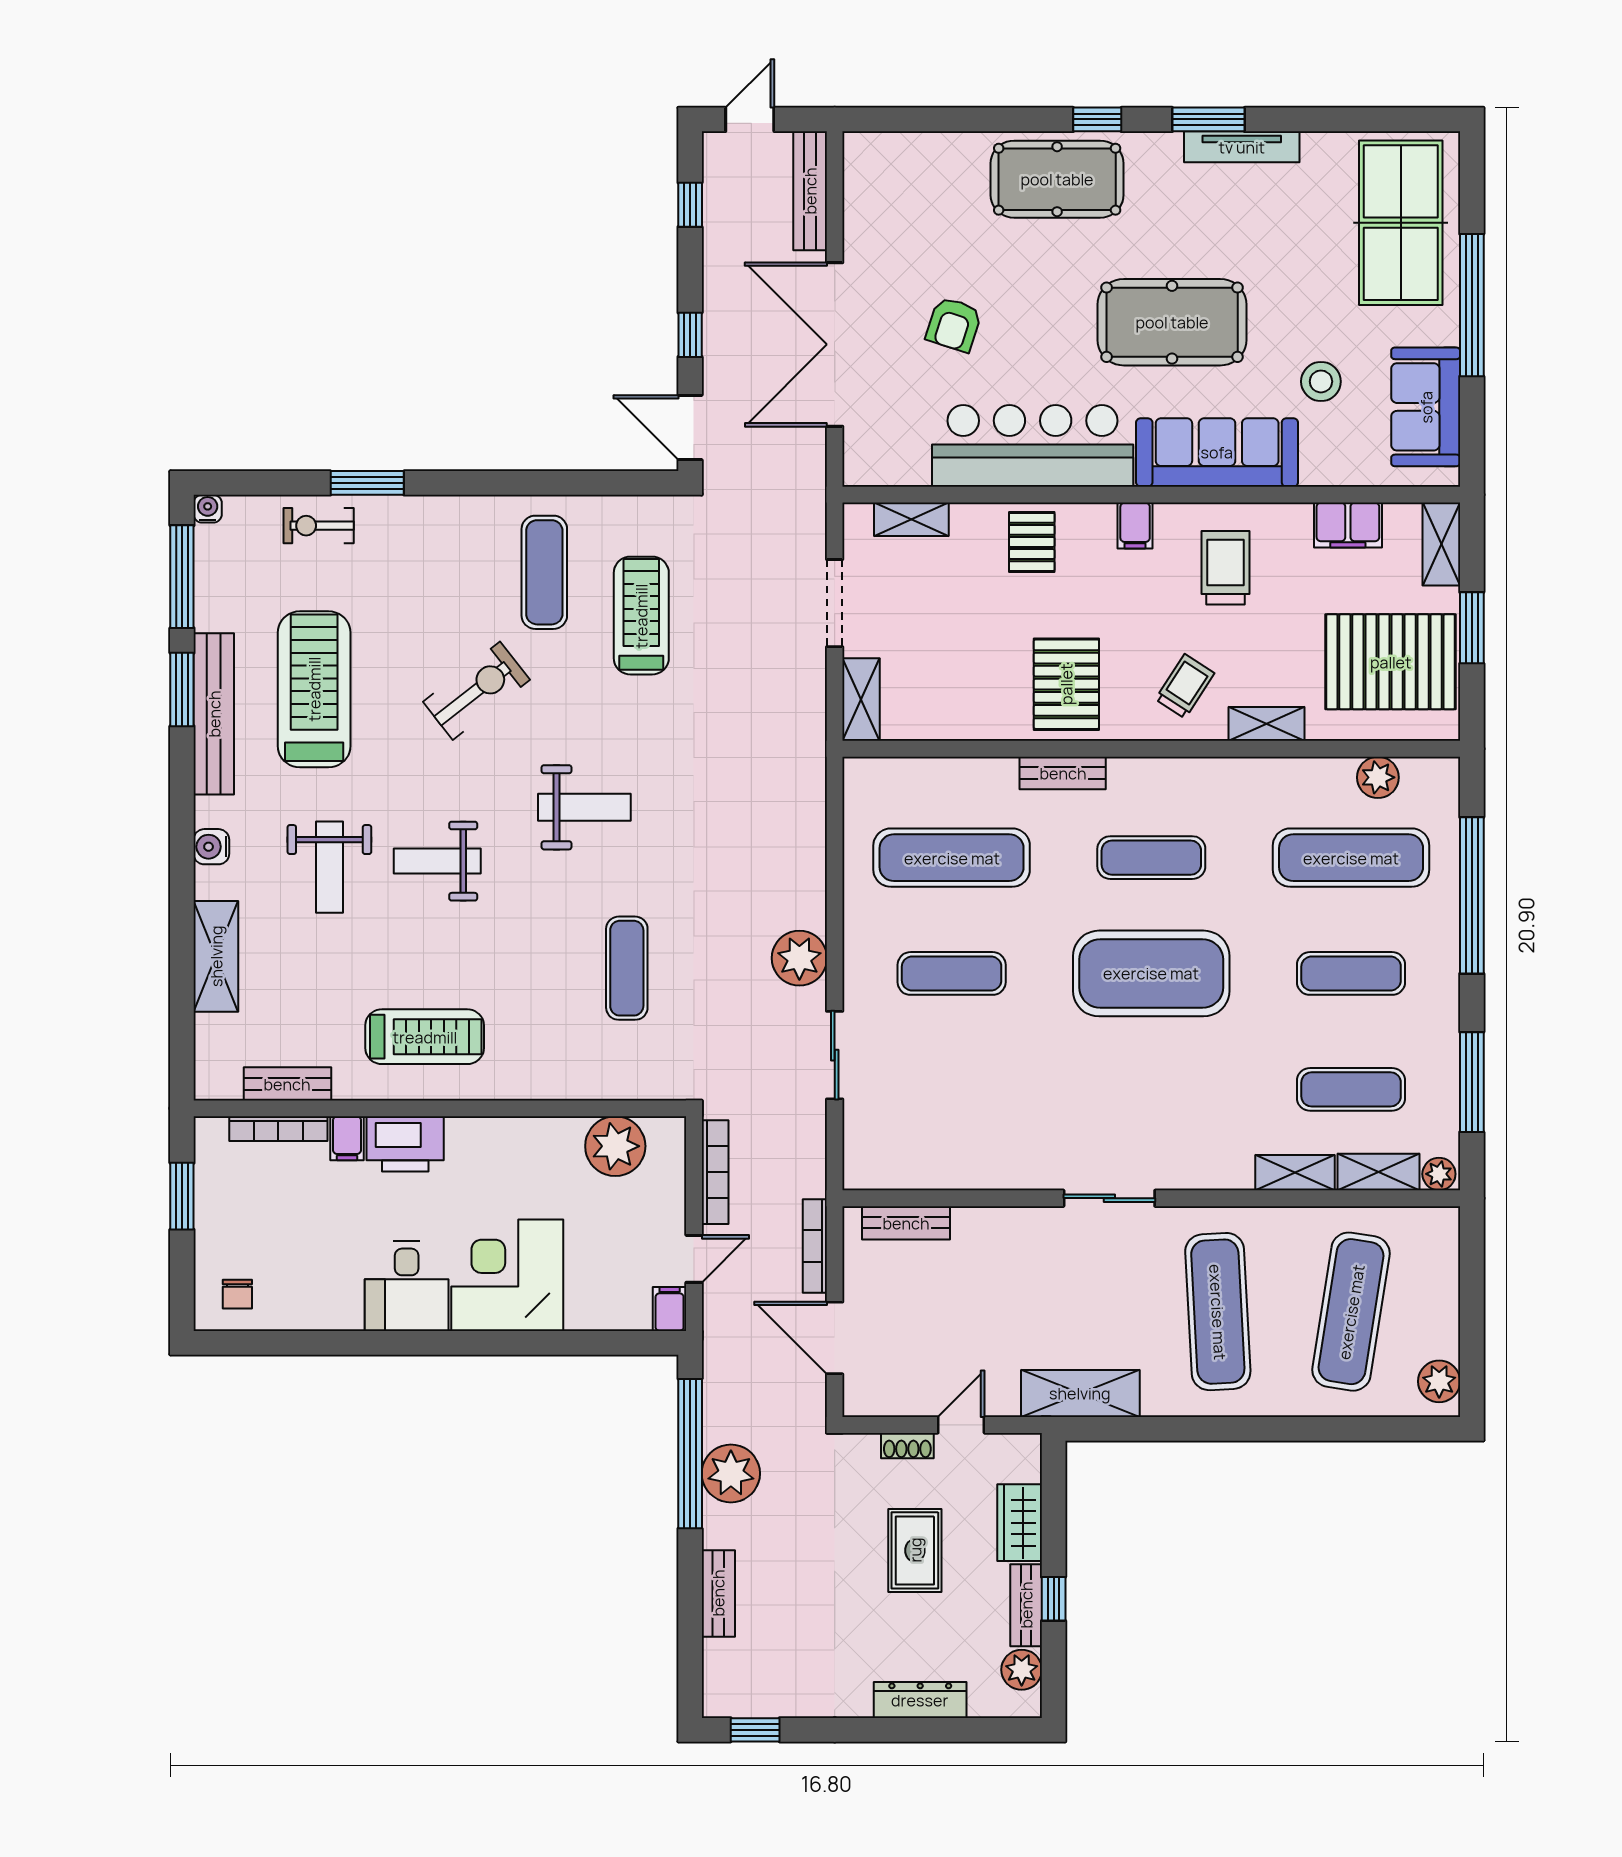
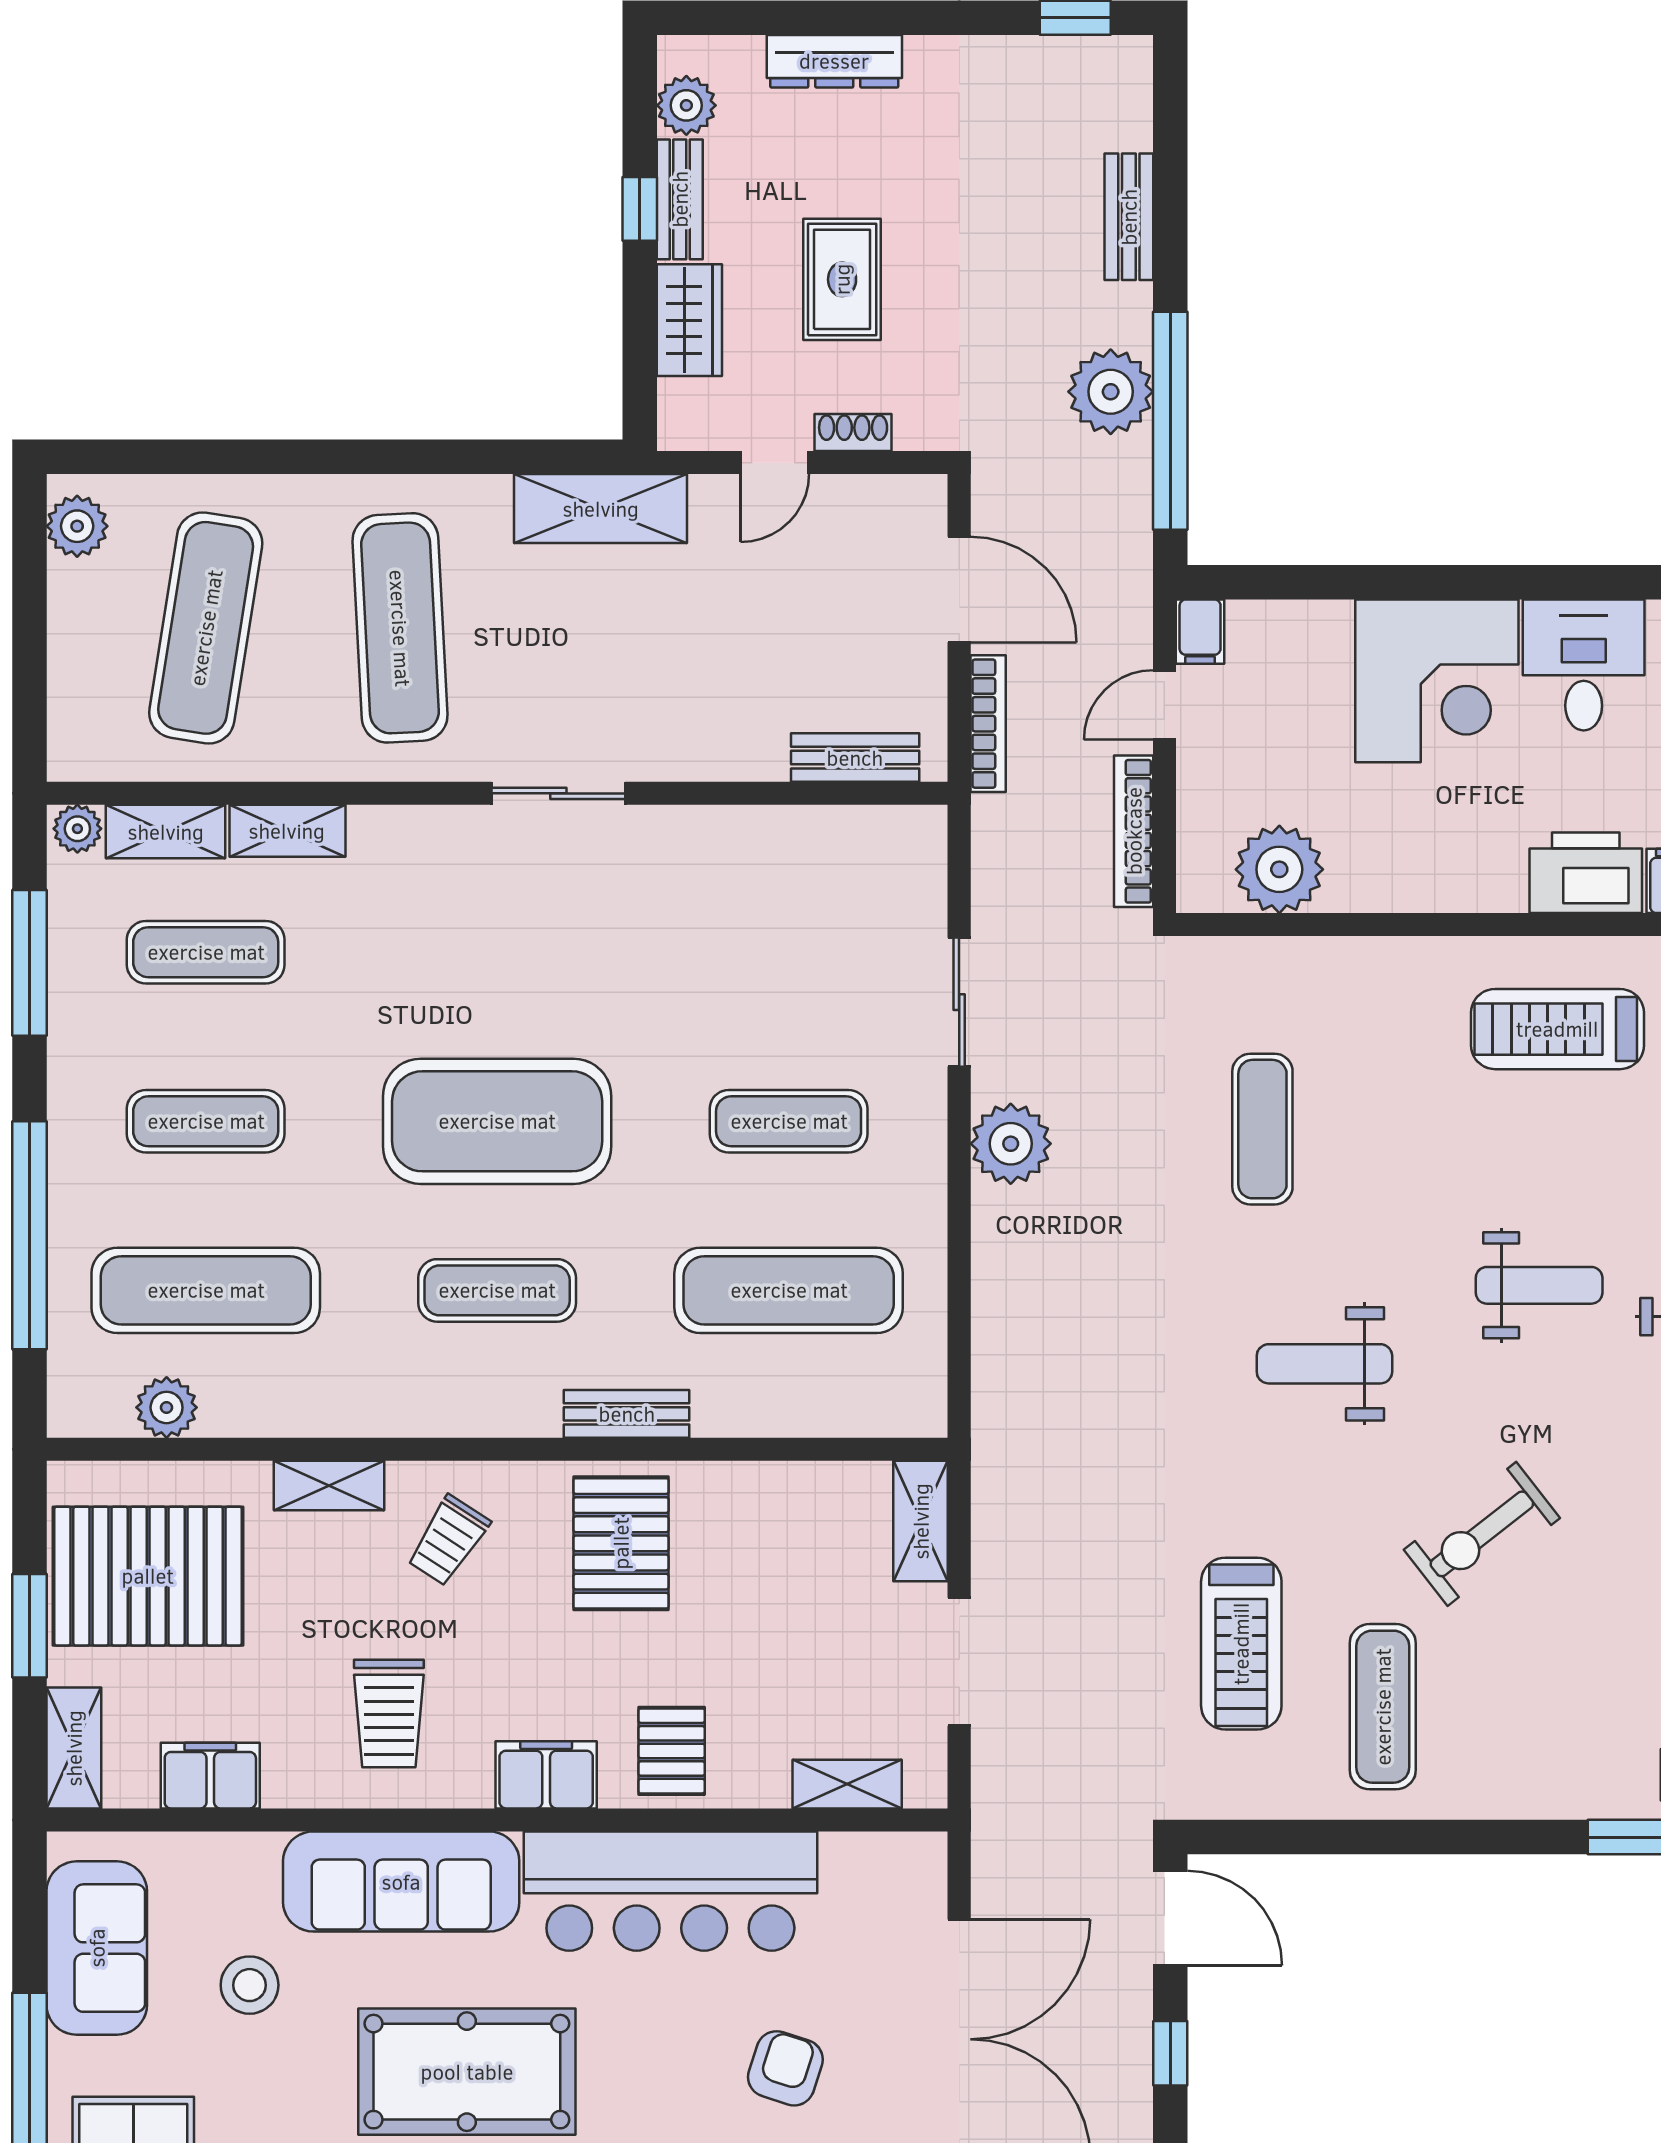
filing cabinet: (1135, 526) -> (546, 1775), width x2.00

